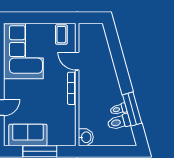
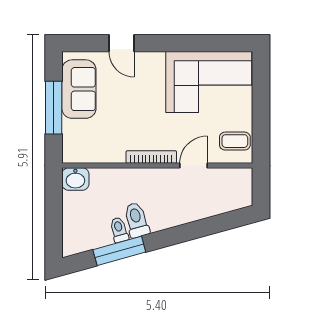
toilet: (119, 122) -> (137, 220), moved

